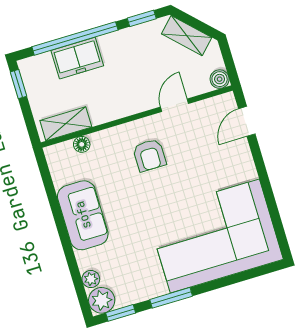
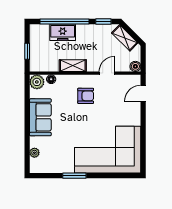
window: (18, 84) -> (27, 51), moved
shelving: (66, 124) -> (73, 66), moved
armchair: (149, 155) -> (86, 96), turned -90
plant: (102, 300) -> (37, 82), moved
window: (121, 313) -> (45, 176), removed

